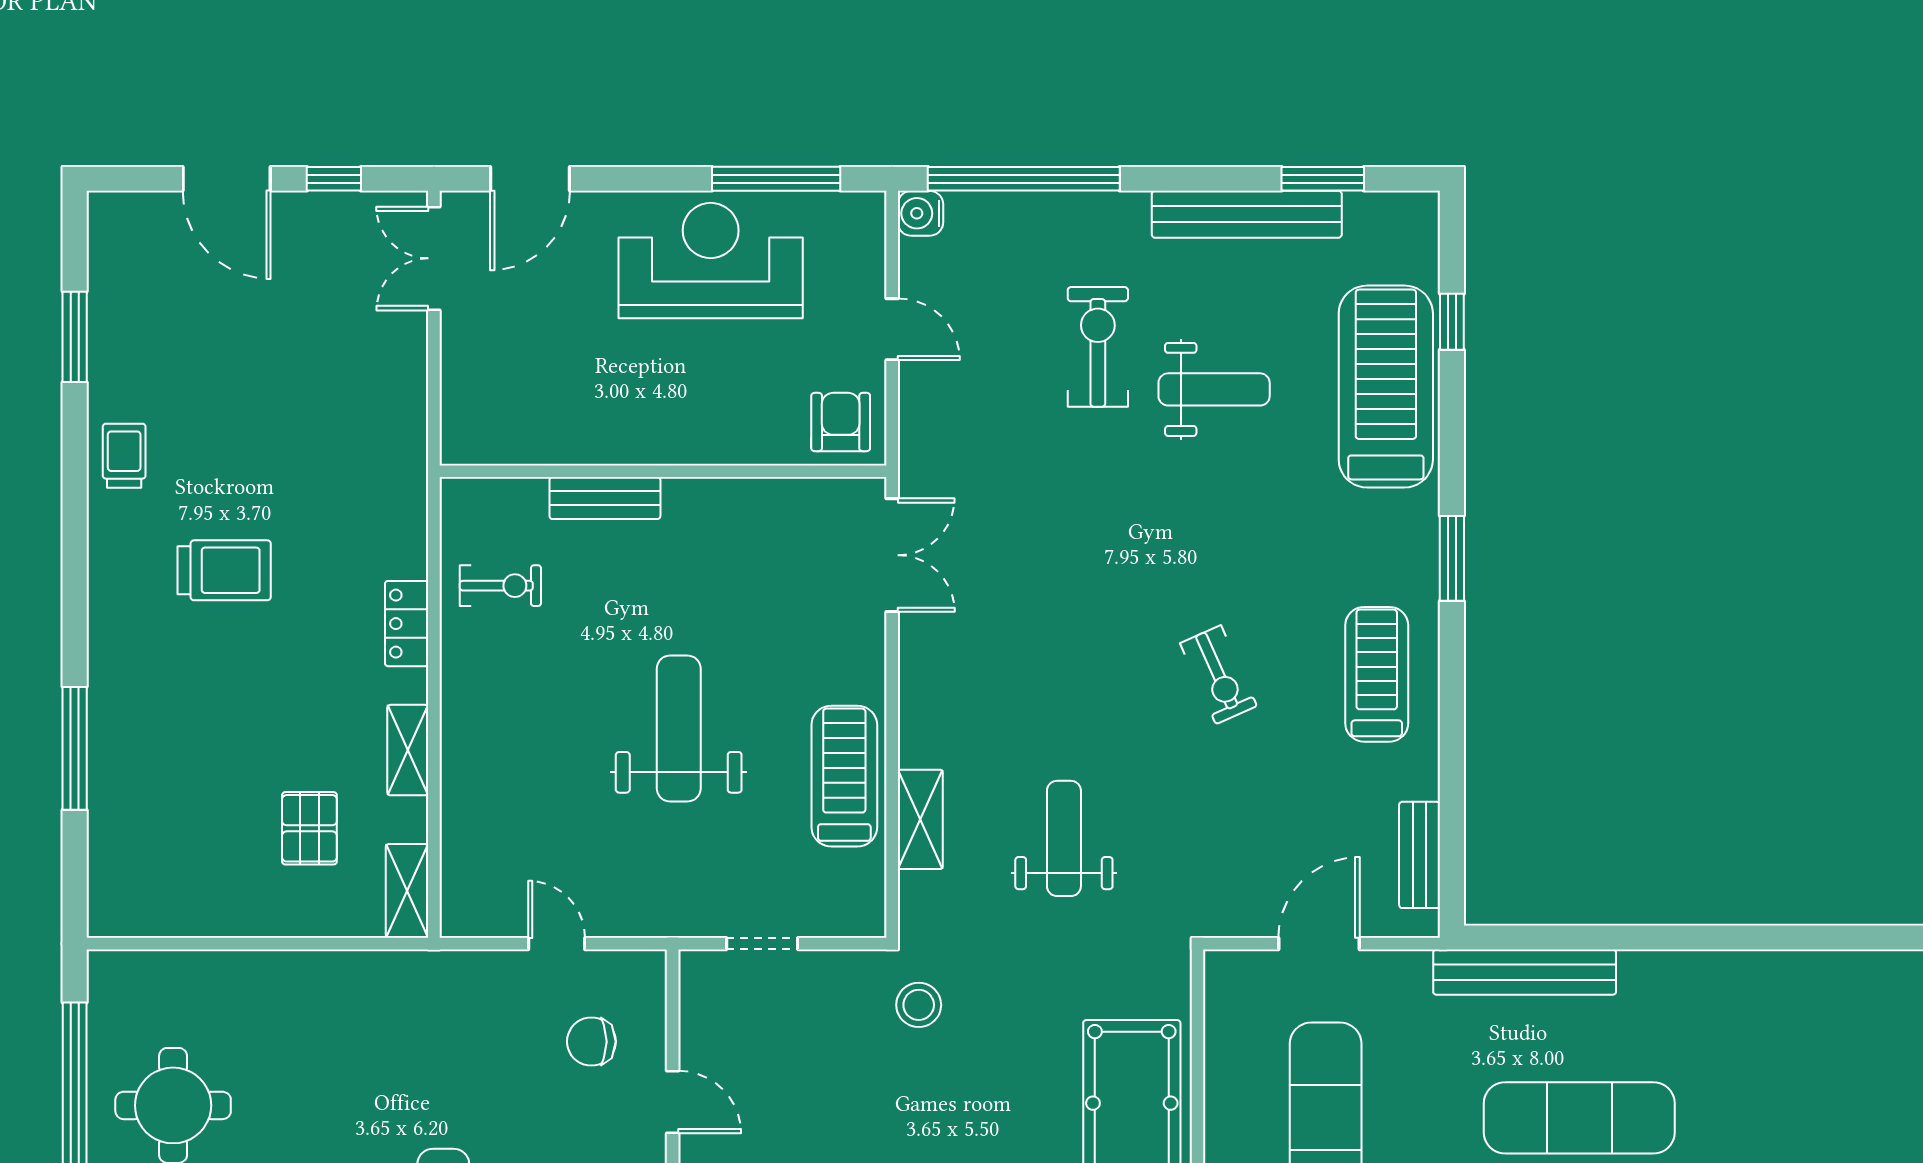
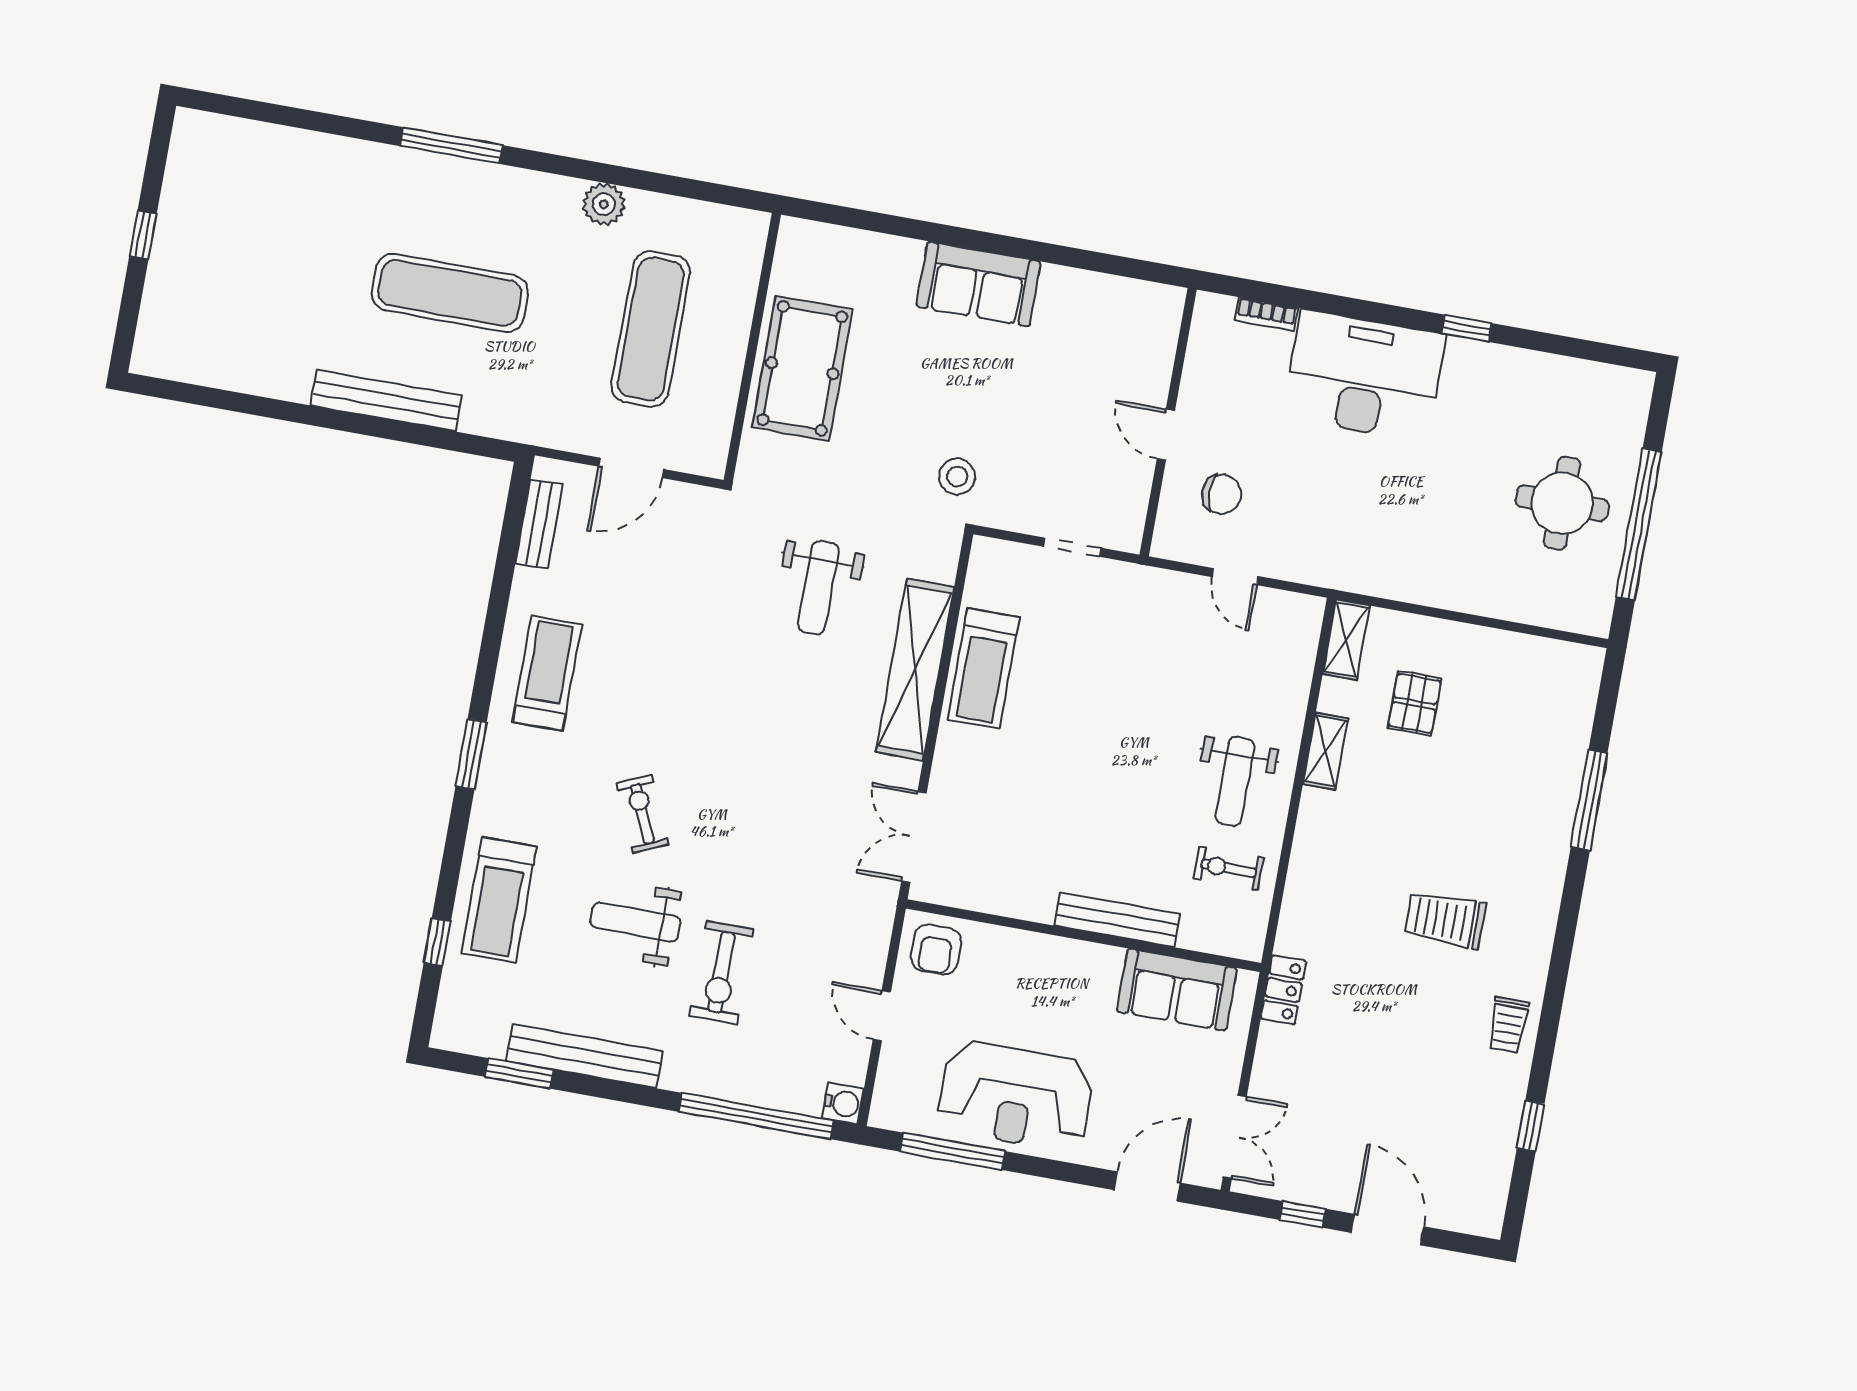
window: (75, 337) -> (1531, 1126), width x0.67
treadmill: (1386, 387) -> (499, 900), width x0.73, depth x0.73
sofa: (537, 426) -> (1177, 990), added
bench: (605, 498) -> (1117, 920), width x1.36
locker: (407, 624) -> (1283, 990), moved
treadmill: (1377, 674) -> (547, 673), turned 180
exercise bike: (1218, 675) -> (642, 814), moved
weight bench: (679, 728) -> (1235, 781), moved, width x0.73, depth x0.75
shelving: (920, 819) -> (915, 670), width x2.20, depth x1.33
bench: (1525, 972) -> (386, 401), moved

